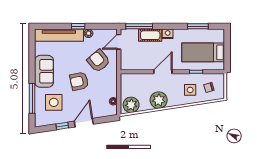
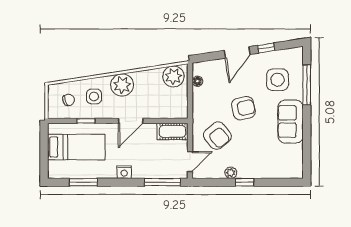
tv unit: (59, 35) -> (270, 170), removed
cot: (150, 35) -> (172, 131), moved
plant: (159, 100) -> (122, 85), moved

